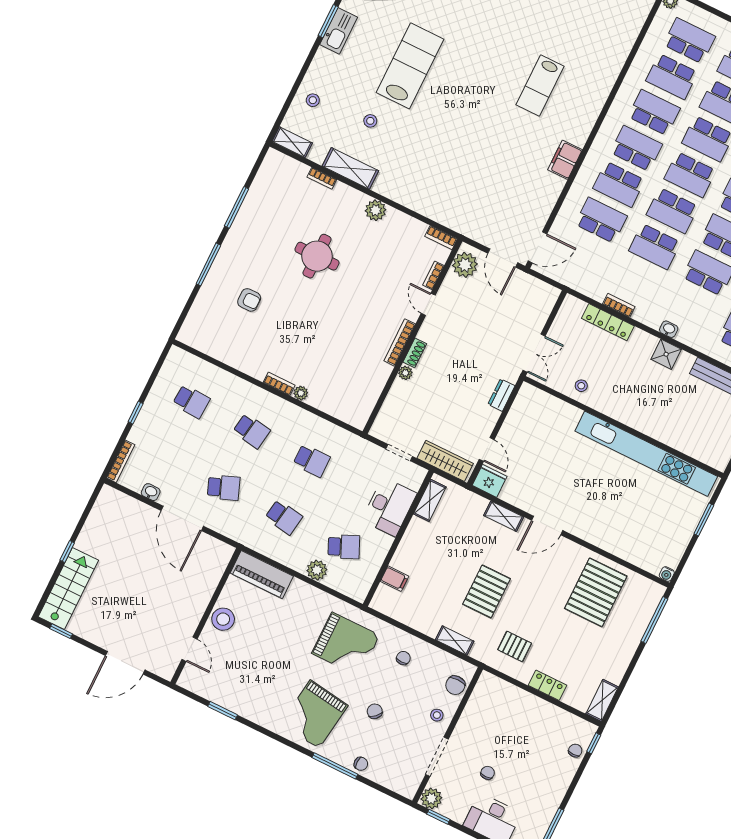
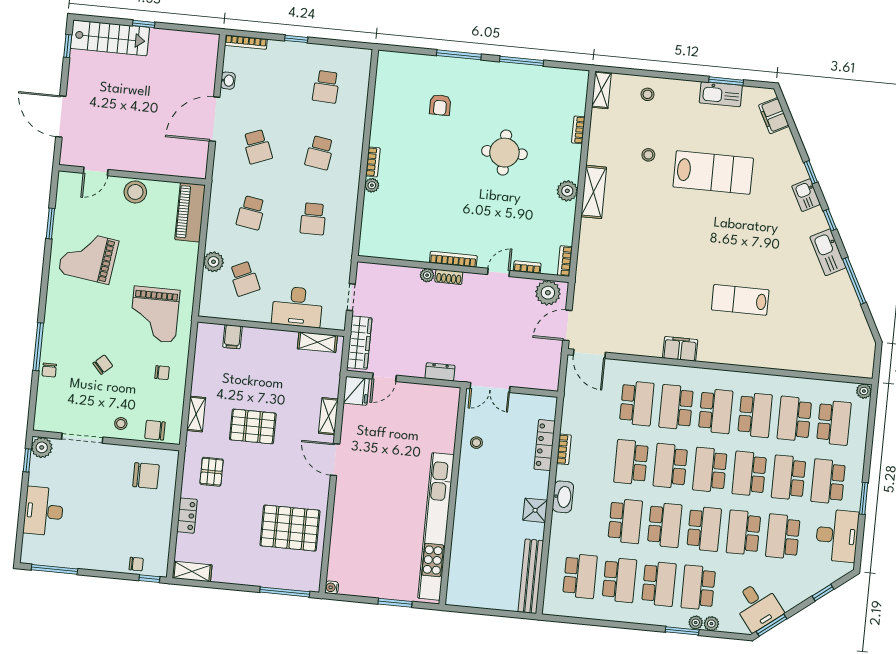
shelving: (350, 168) -> (594, 192), moved
washbasin: (669, 329) -> (563, 497), width x1.91, depth x1.45
grand piano: (314, 714) -> (88, 257), moved
chair: (488, 773) -> (146, 476), moved, width x1.87, depth x1.87

